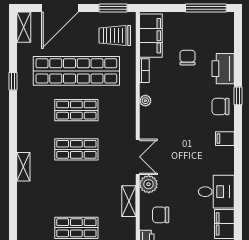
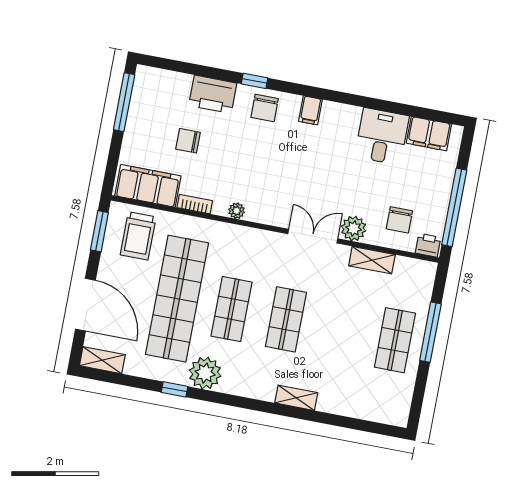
plant: (28, 100) -> (205, 373), added

